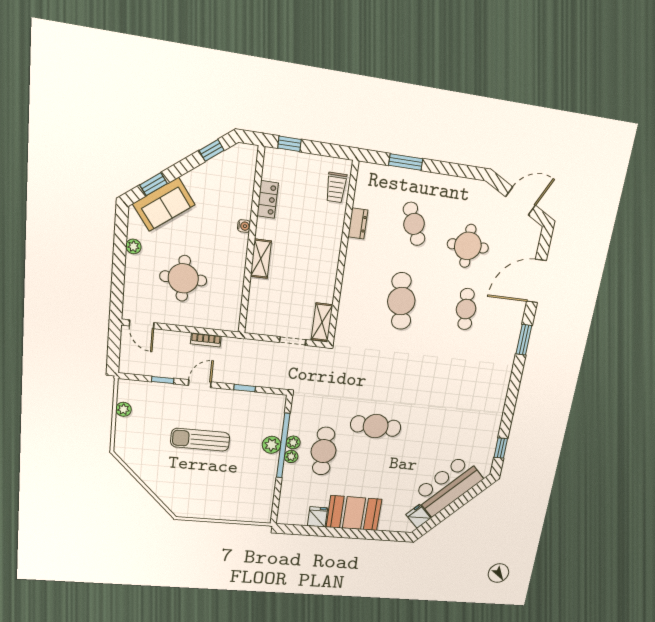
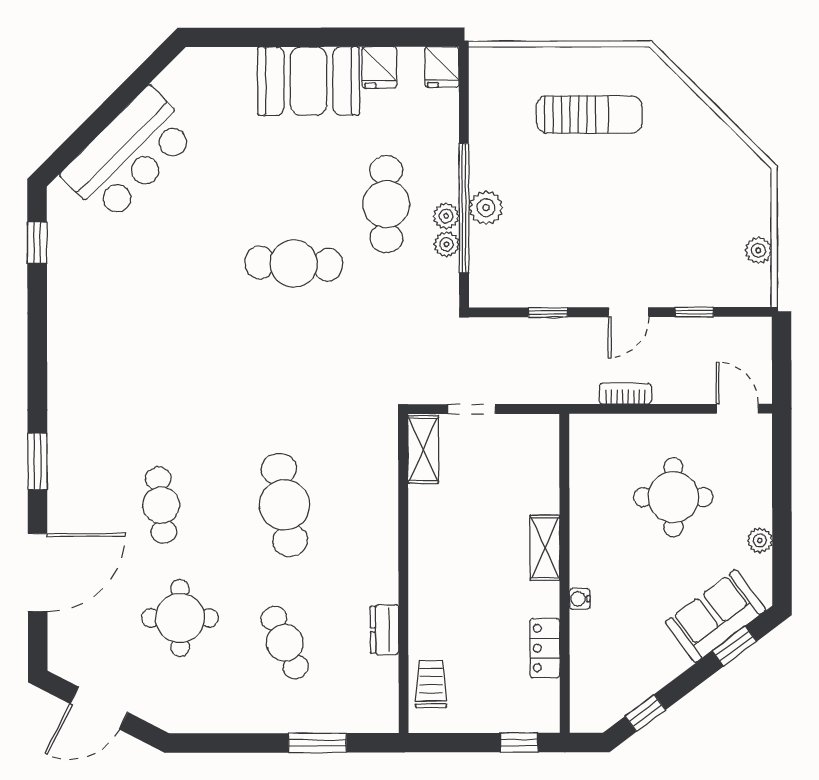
sun lounger: (200, 440) -> (589, 114), moved
plant: (291, 456) -> (446, 244), moved
fridge: (418, 516) -> (442, 67), moved, turned 45

